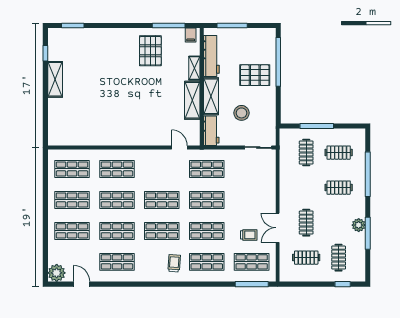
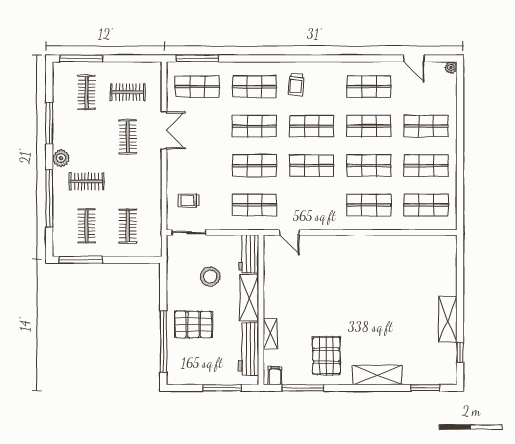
shelving: (192, 100) -> (378, 375), moved, turned 90
window: (317, 126) -> (81, 260), moved
clothes rail: (339, 153) -> (87, 226), turned 90
plant: (359, 225) -> (61, 158), moved
trolley: (249, 235) -> (189, 201), moved
plant: (57, 273) -> (451, 67), width x0.53, depth x0.53
window: (343, 284) -> (81, 58), width x2.17

